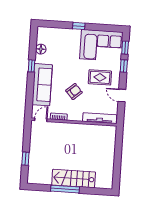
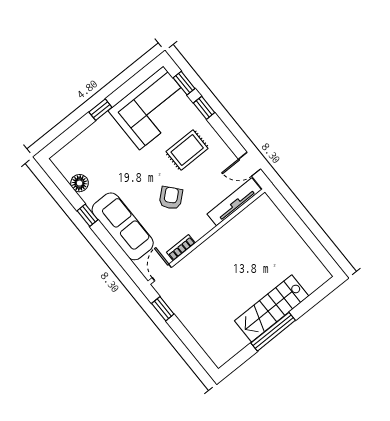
door: (122, 95) -> (249, 164), moved
window: (25, 159) -> (163, 309), moved

